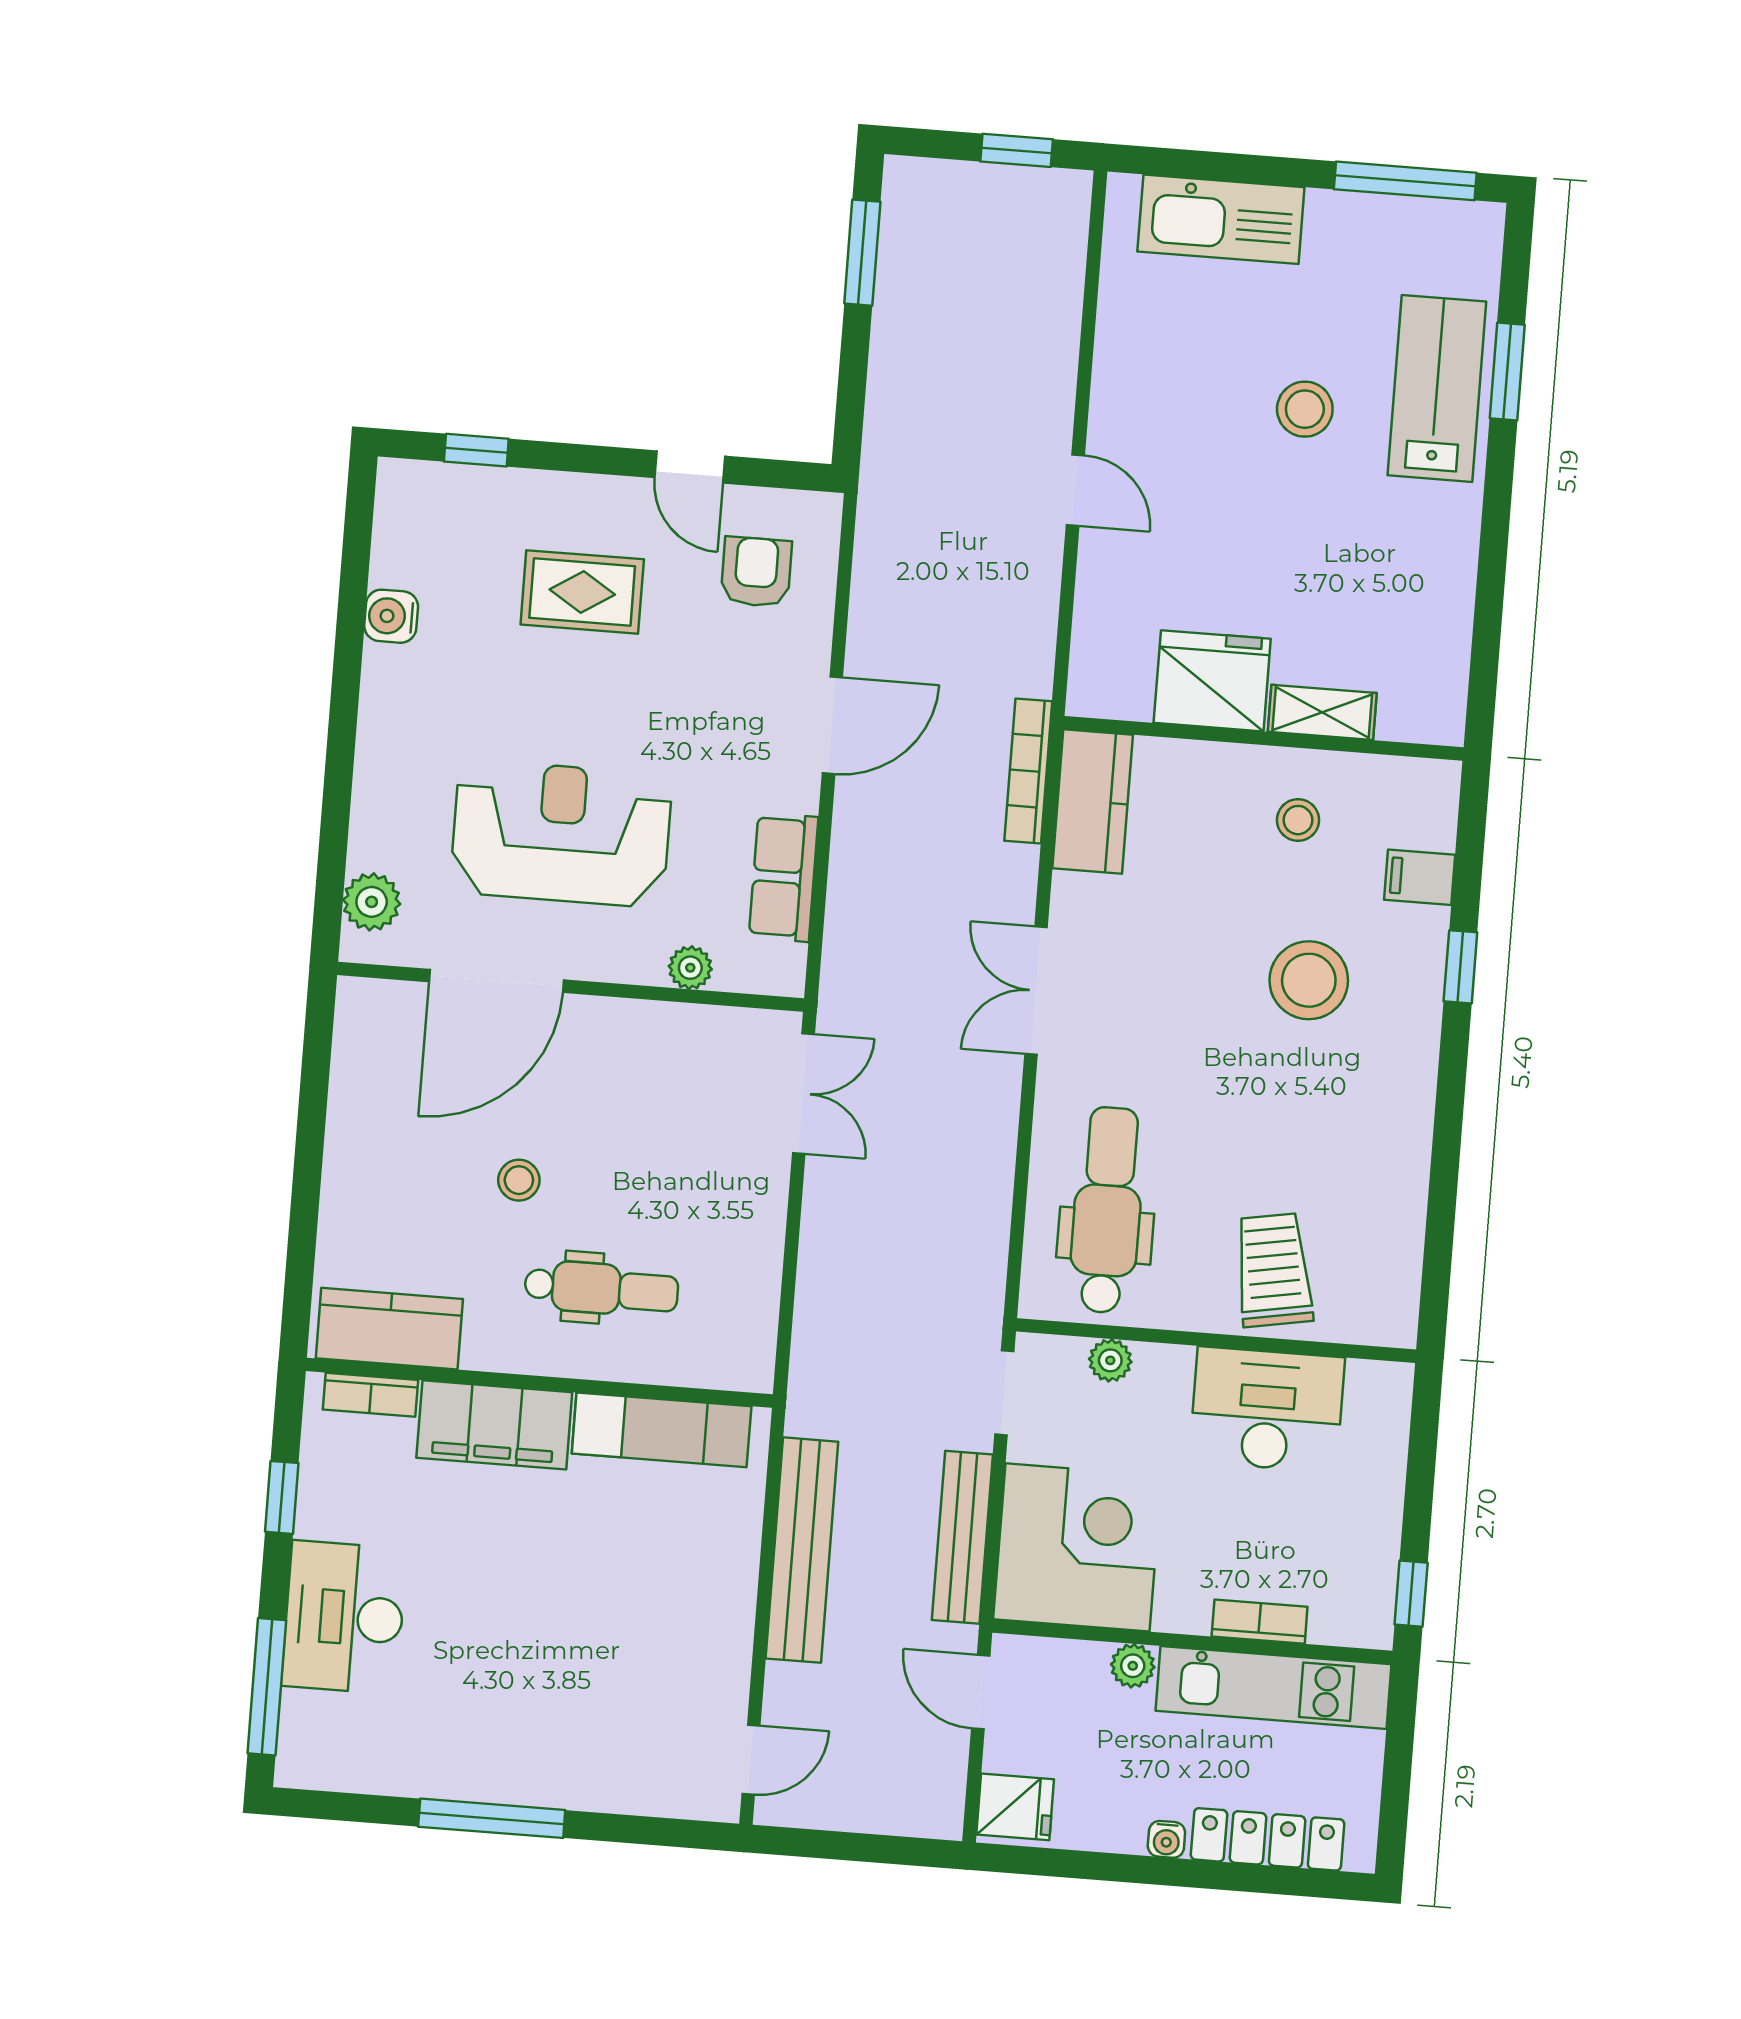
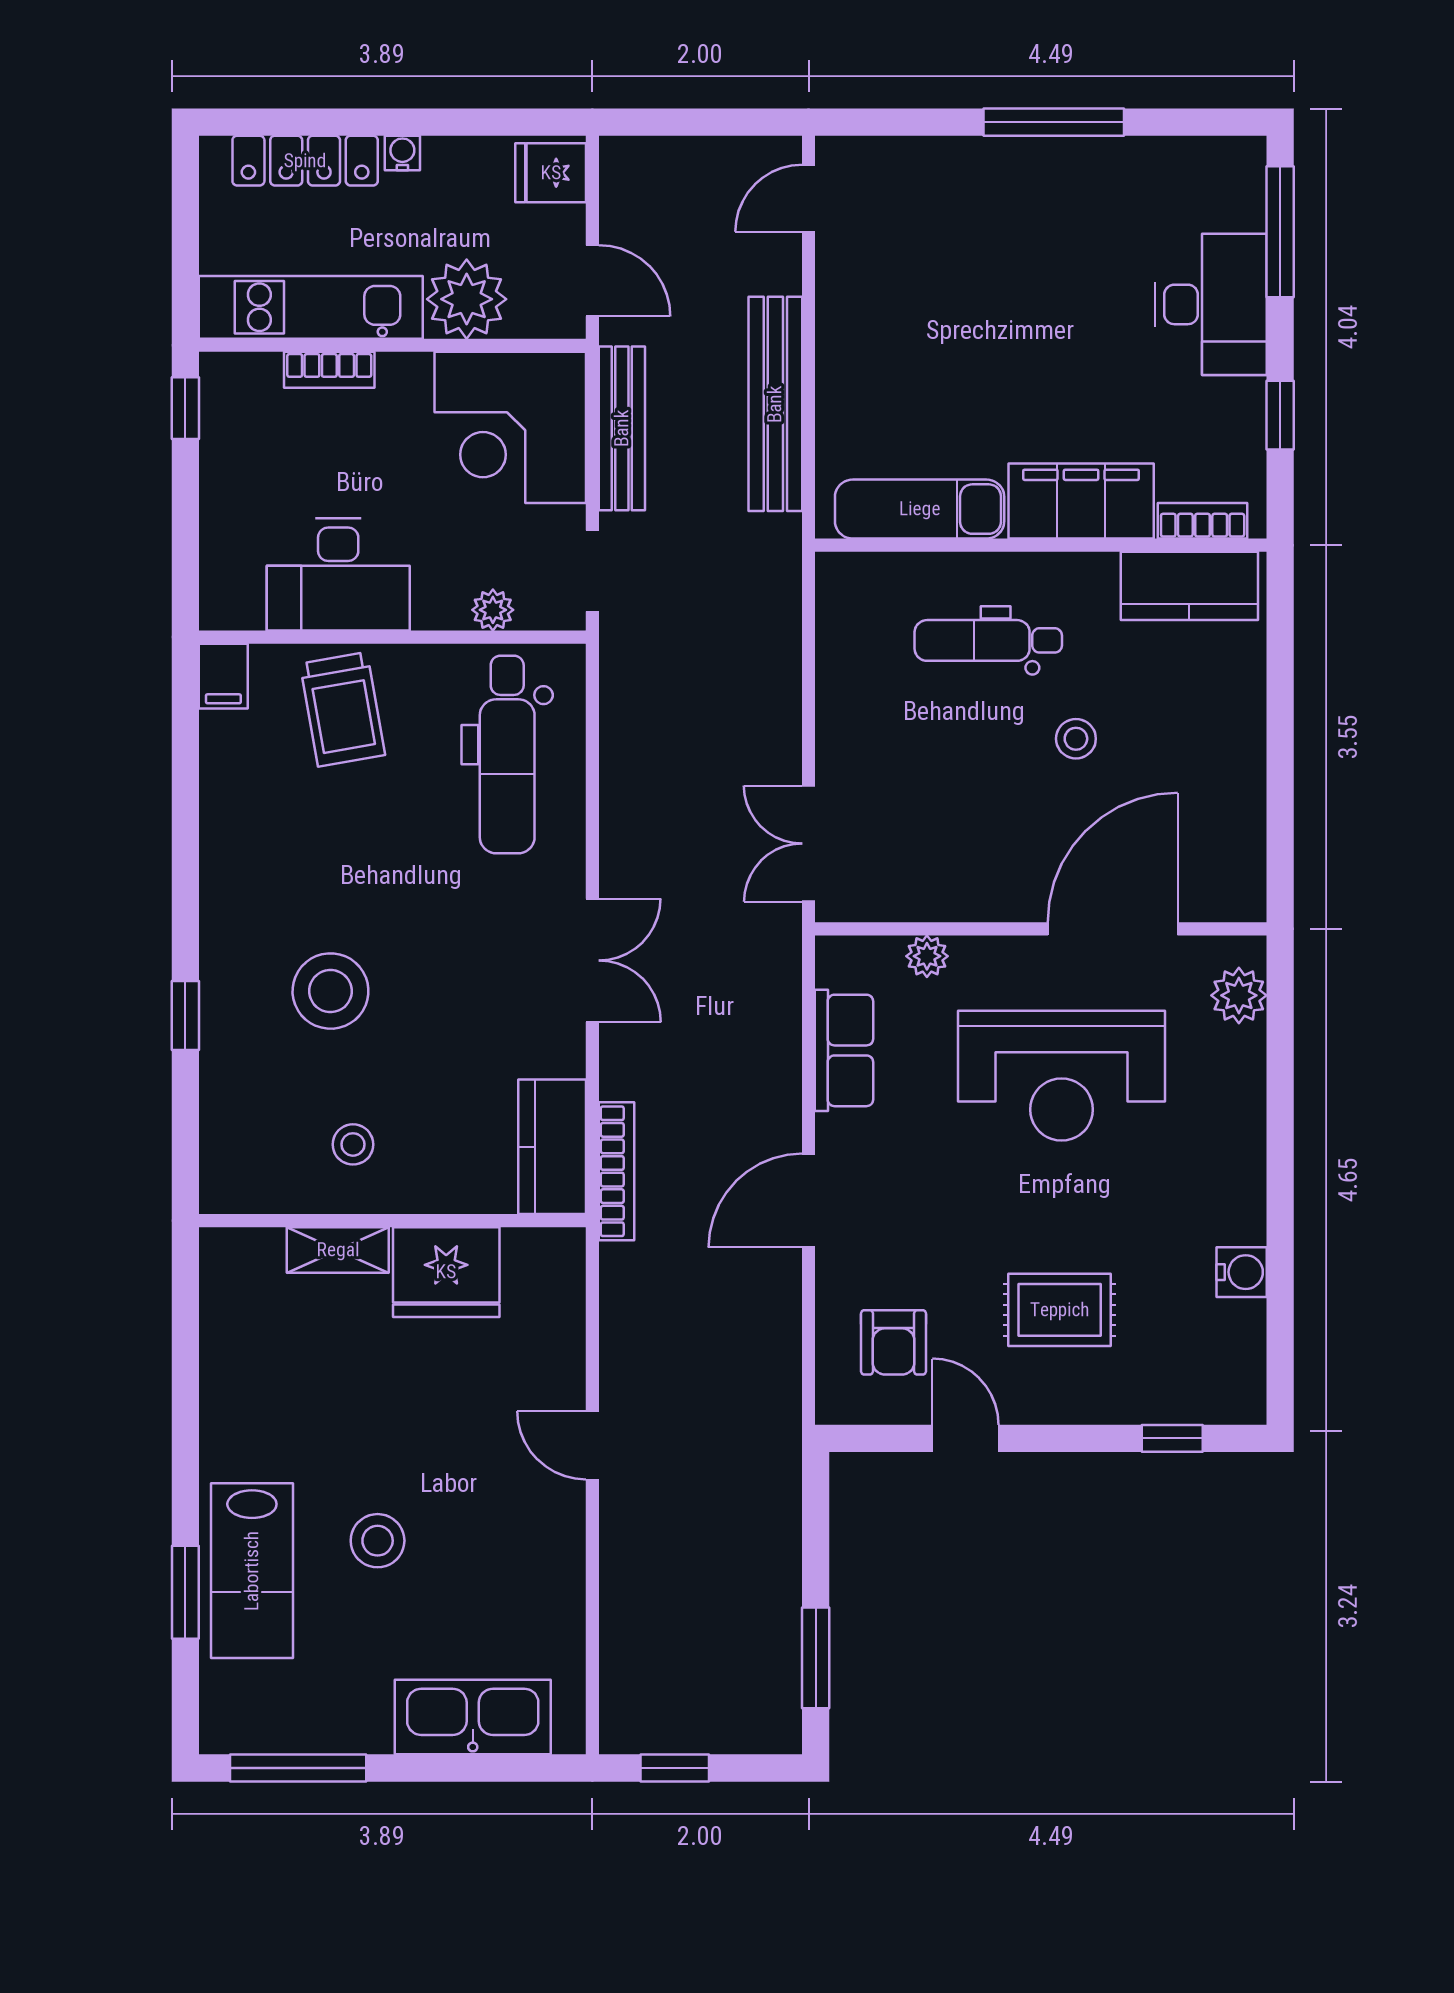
filing cabinet: (1420, 877) -> (223, 676), moved, turned 90
plant: (1133, 1666) -> (467, 299), width x1.88, depth x1.88

